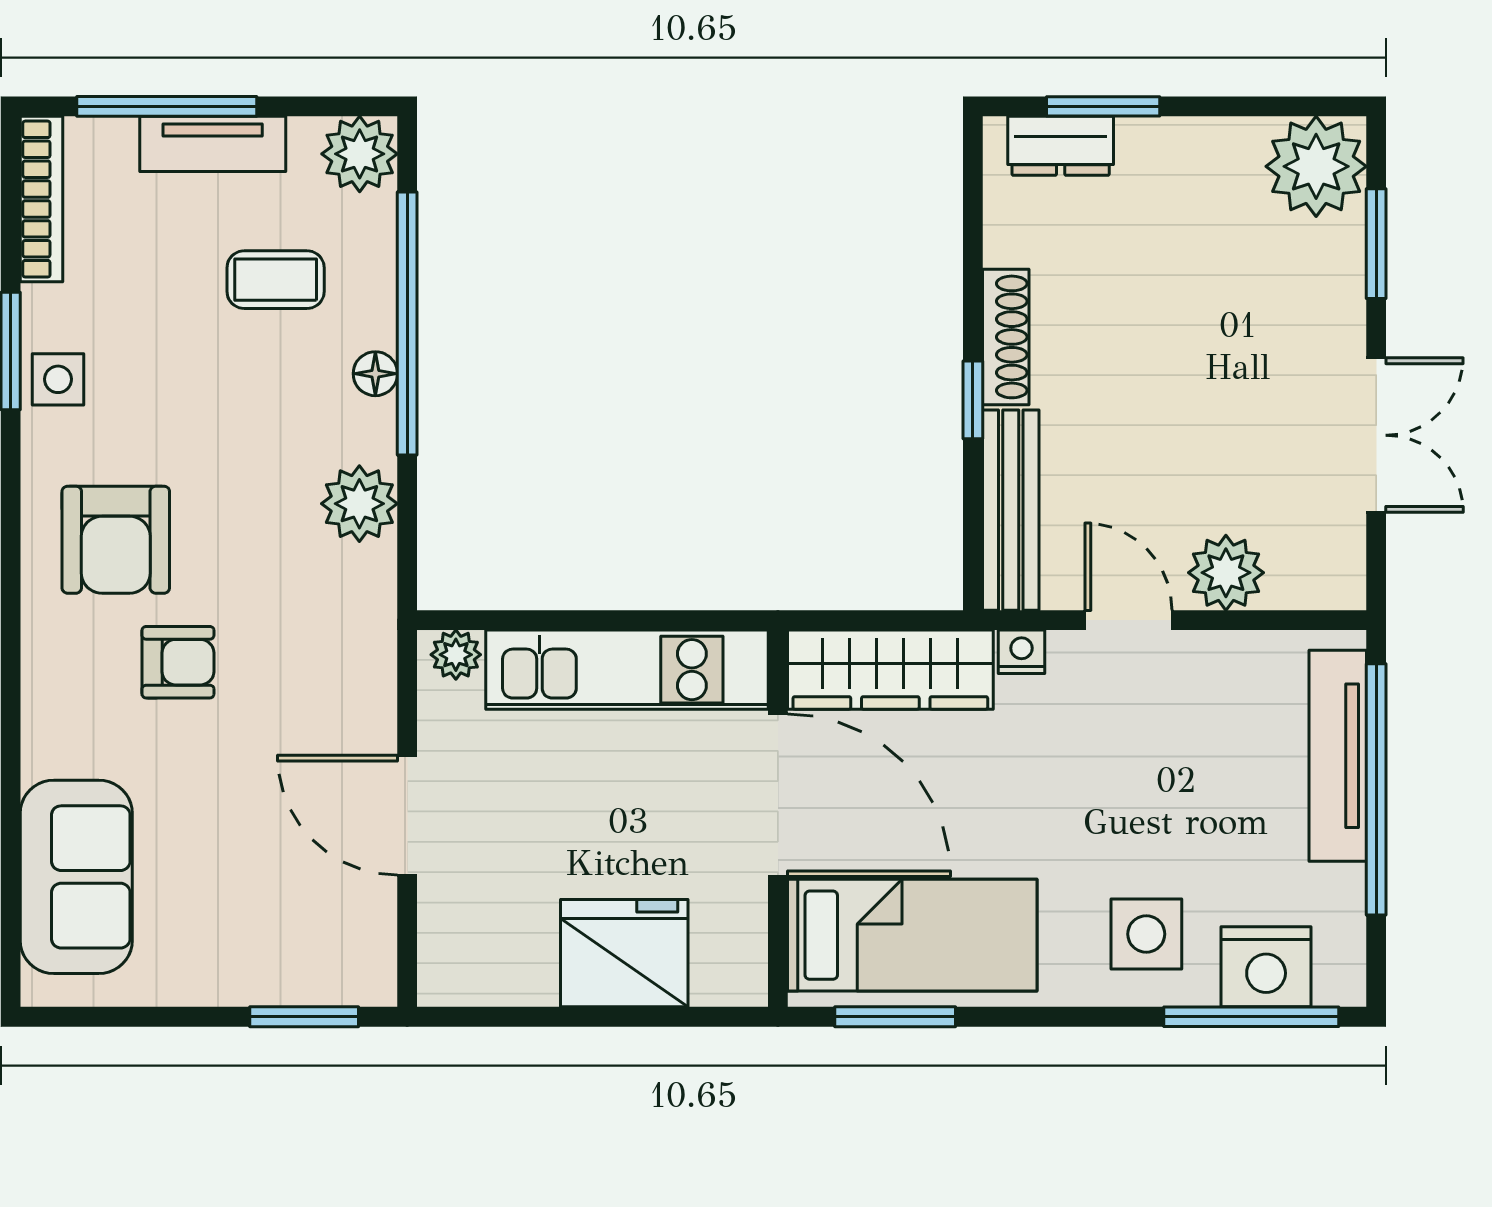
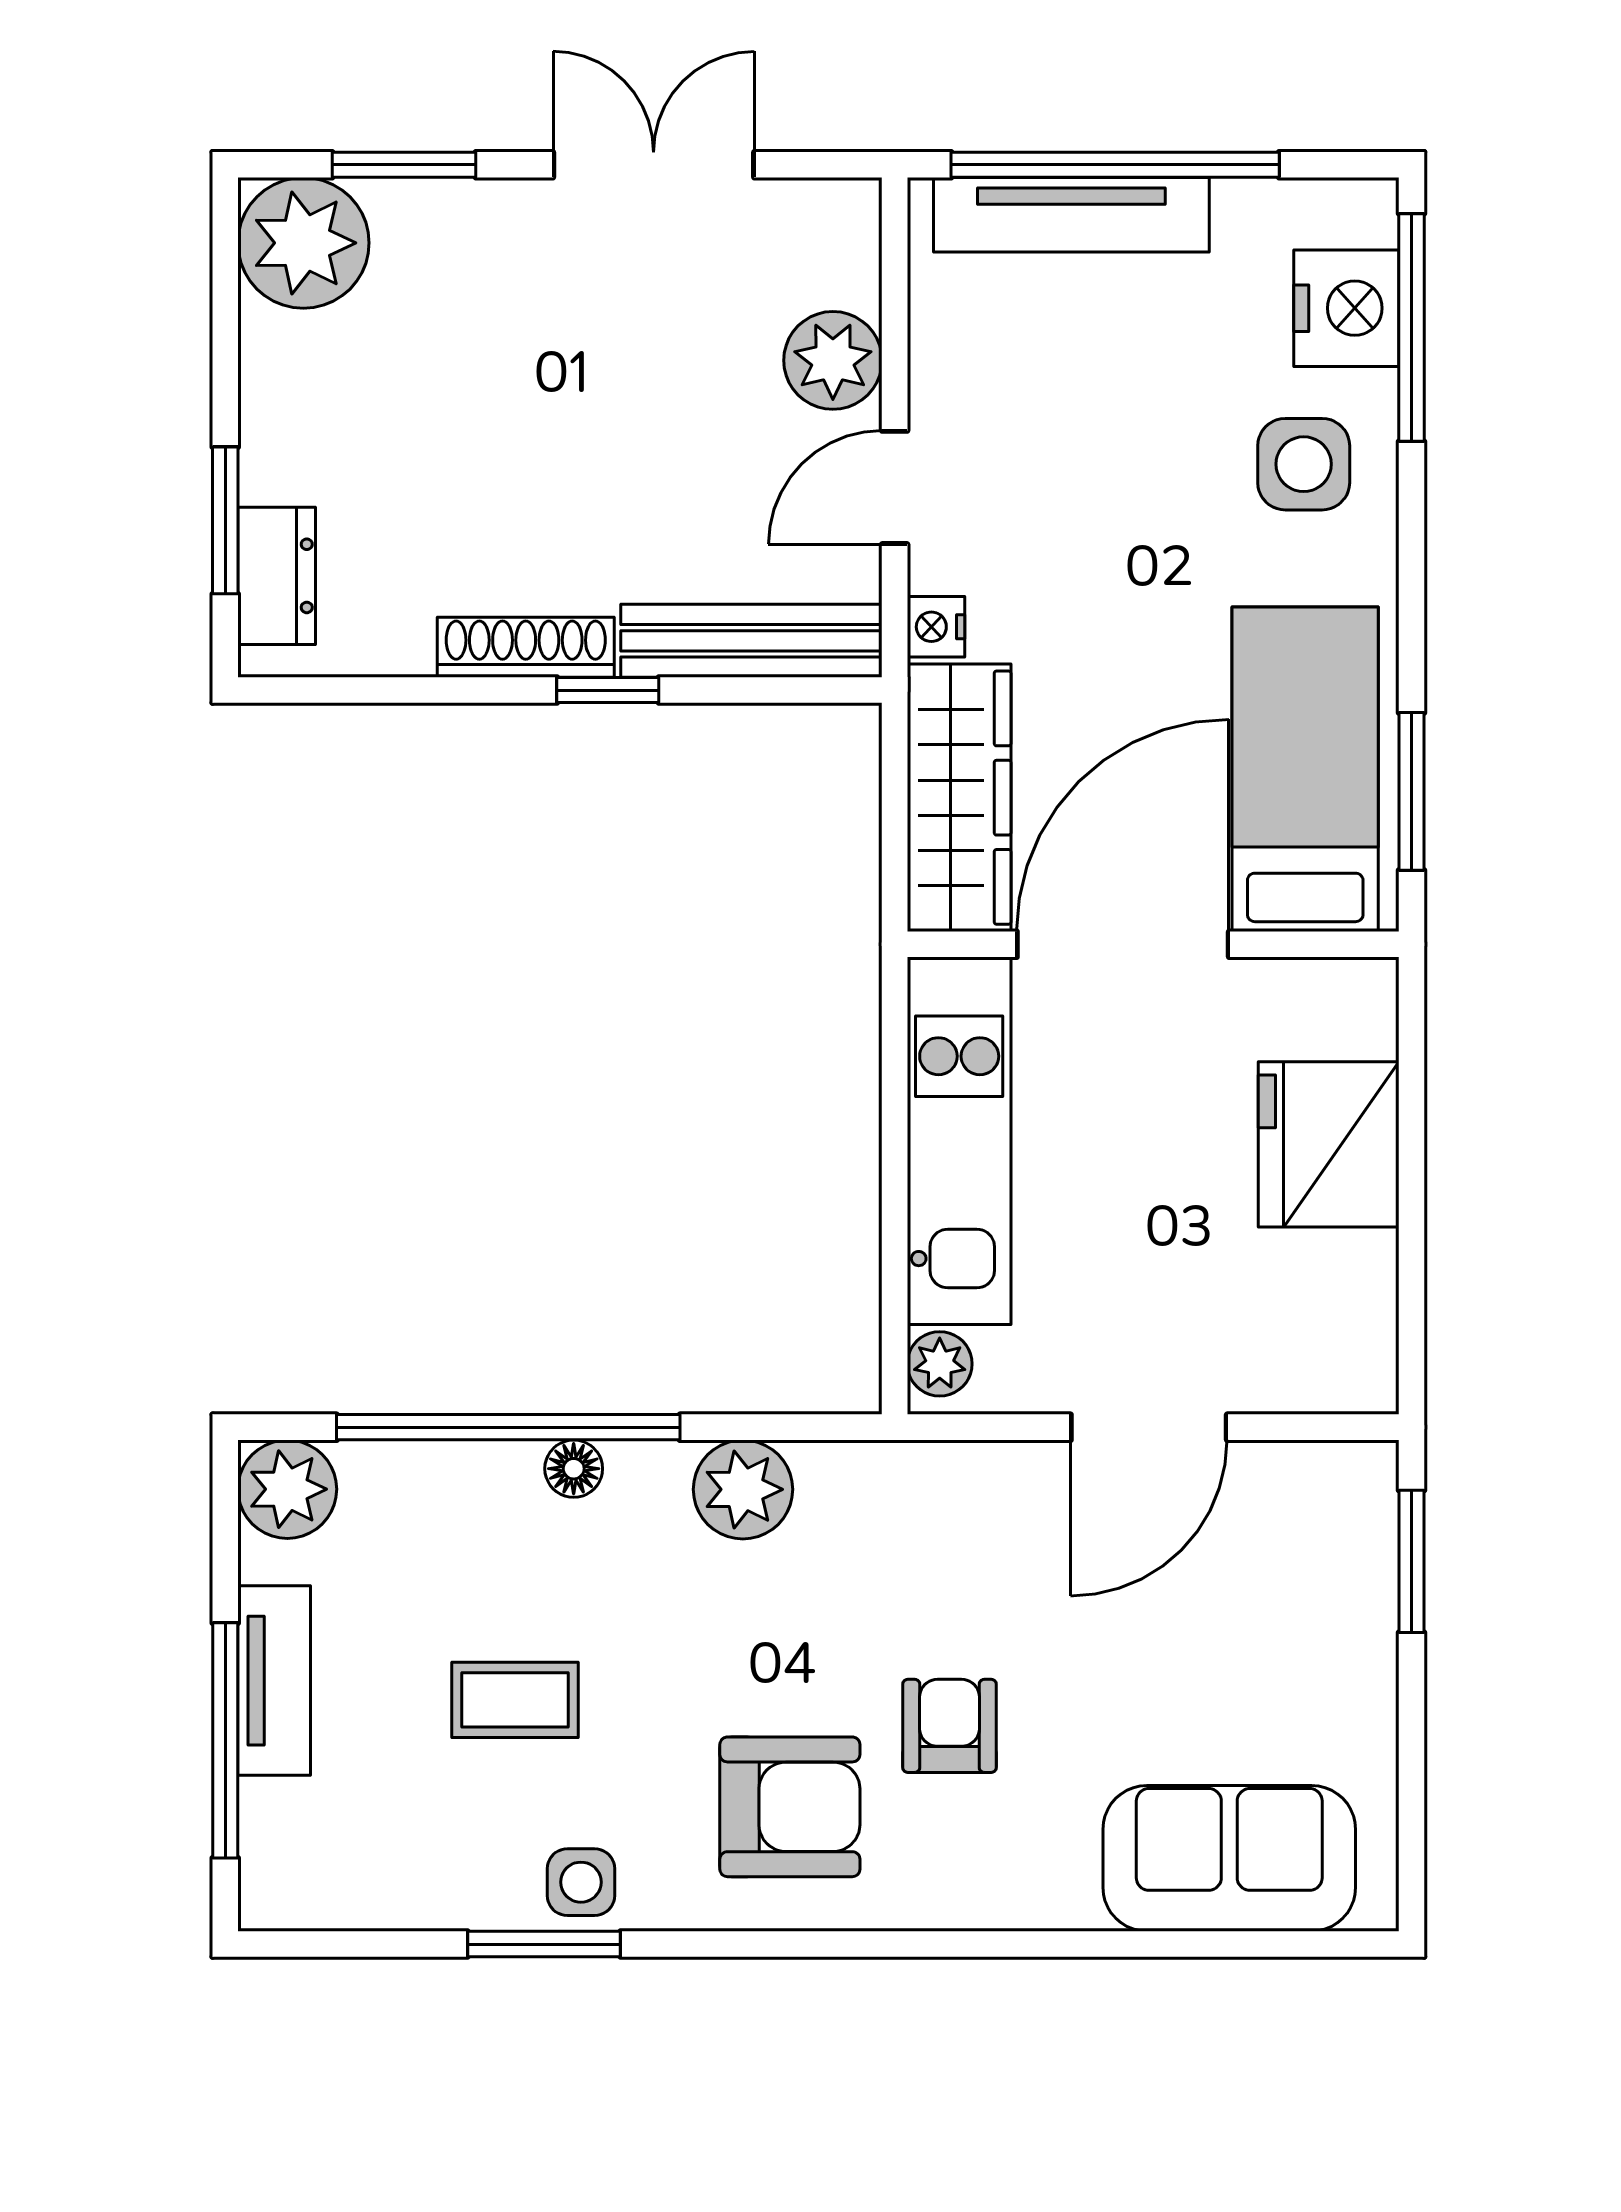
bookcase: (41, 199) -> (346, 1904), removed
coffee table: (276, 280) -> (515, 1700), moved, turned 90

